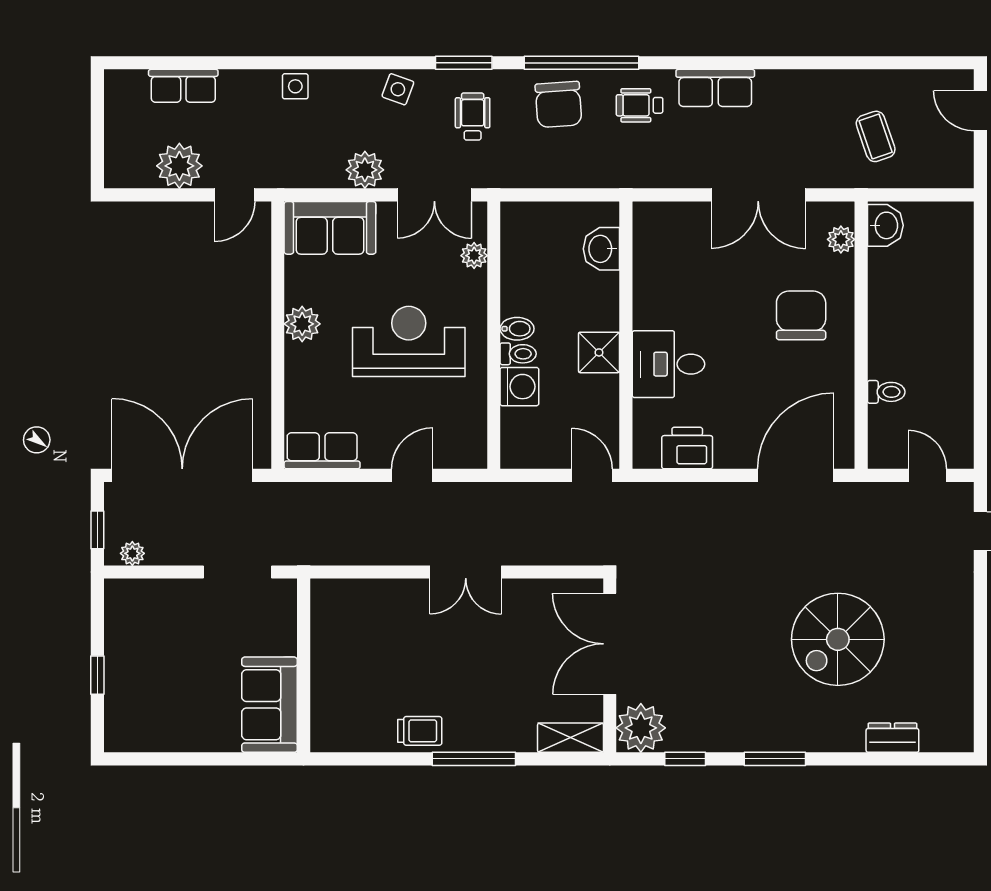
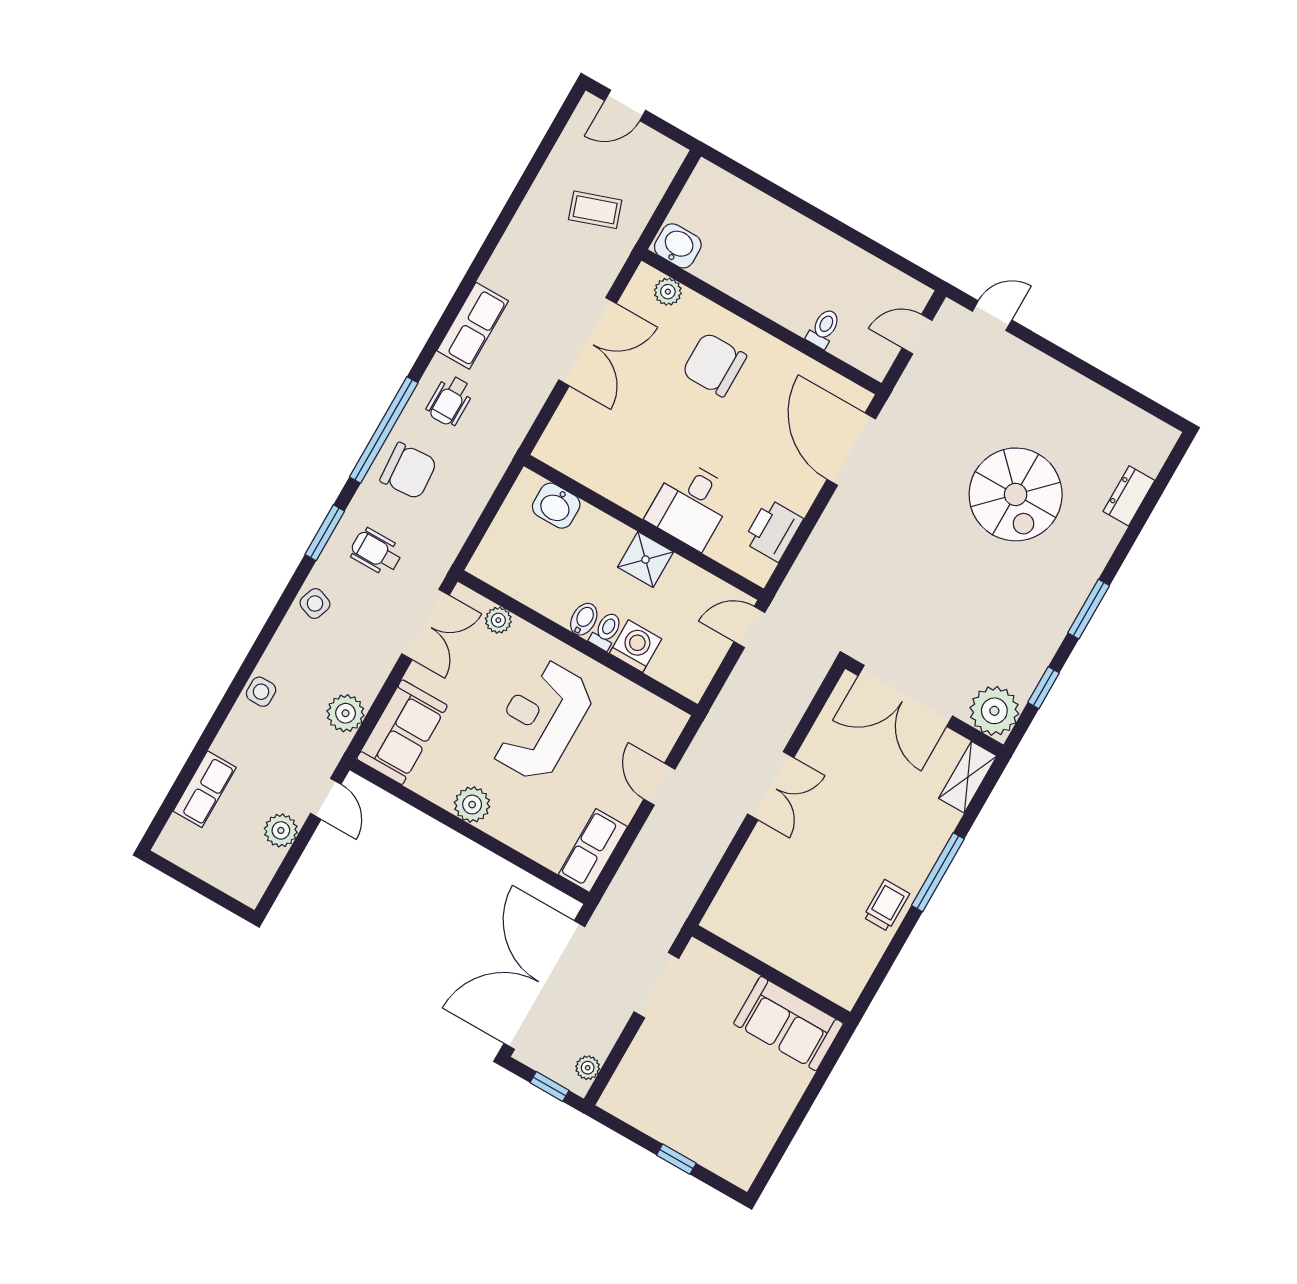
plant: (179, 166) -> (281, 830), width x0.73, depth x0.73
plant: (365, 170) -> (346, 713), moved

